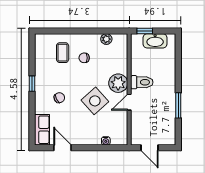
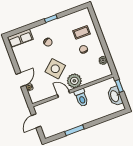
door: (63, 148) -> (21, 80), moved

